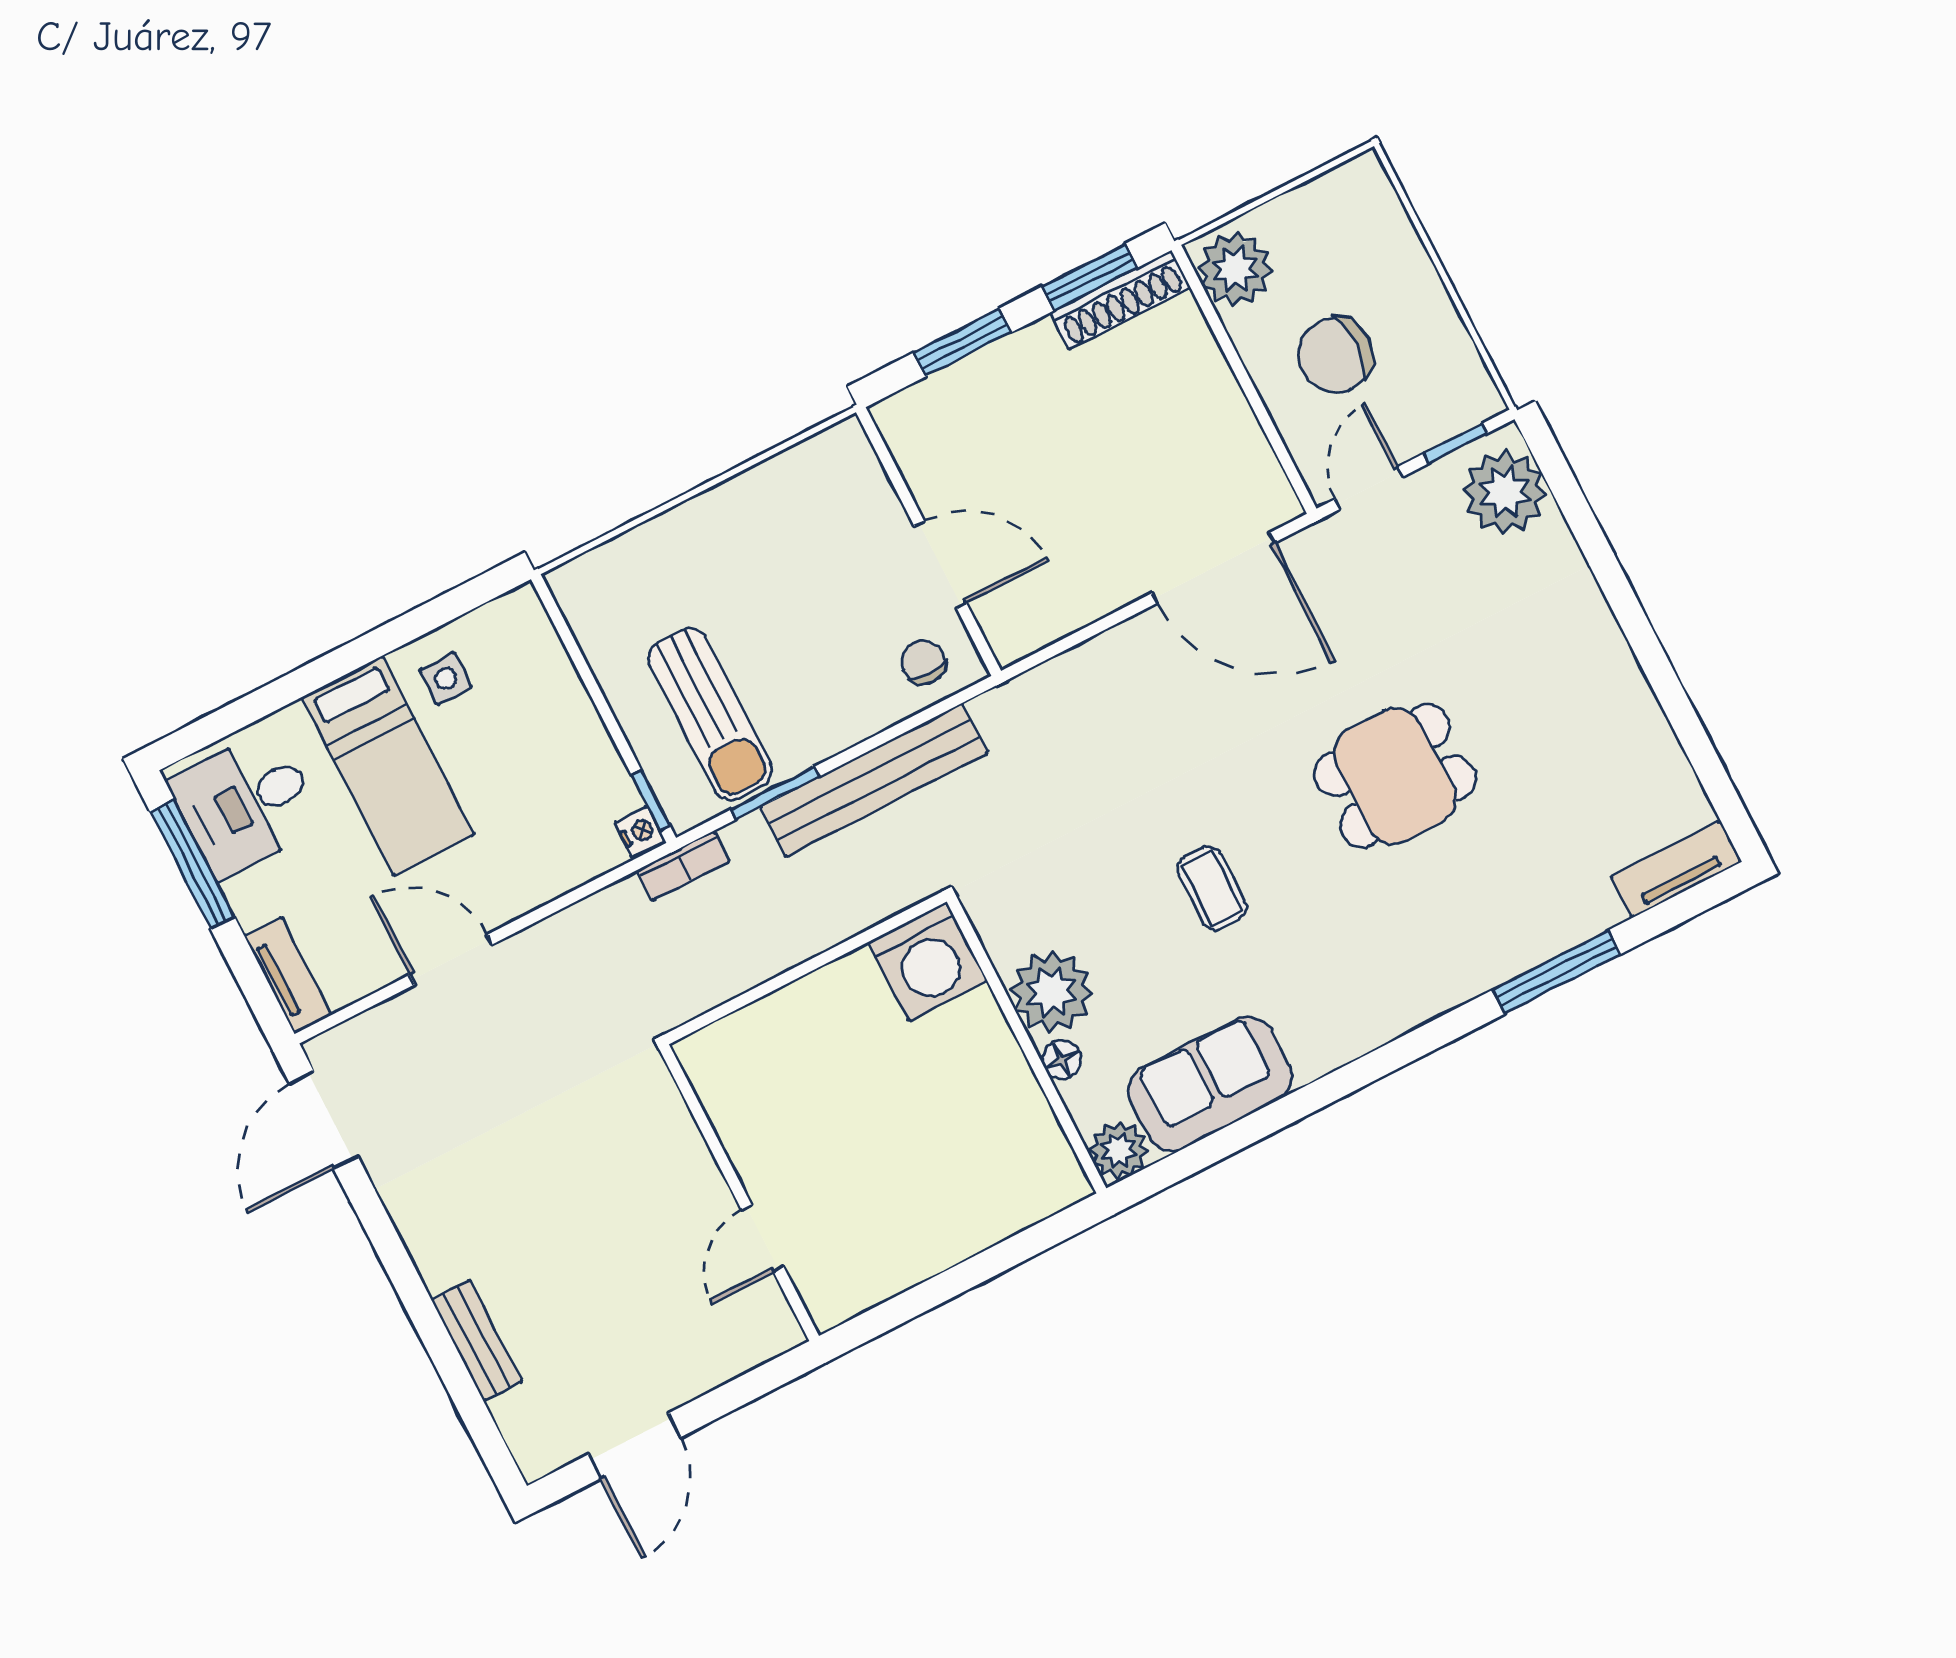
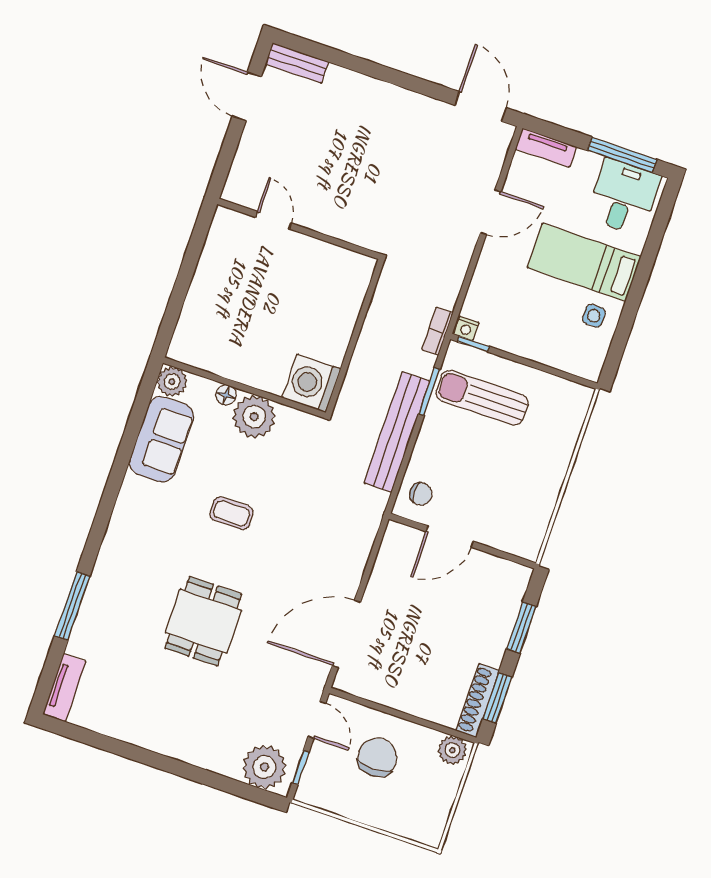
plant: (1235, 269) -> (452, 750), width x0.73, depth x0.73
bench: (477, 1341) -> (297, 63), moved

